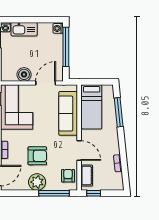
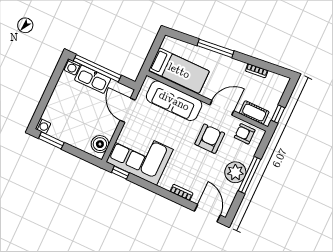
kitchen sink: (24, 29) -> (93, 79), moved, turned 90
boiler: (24, 74) -> (100, 144), moved
window: (119, 112) -> (216, 48), moved
armchair: (37, 156) -> (210, 139), moved
window: (54, 193) -> (250, 175), moved

